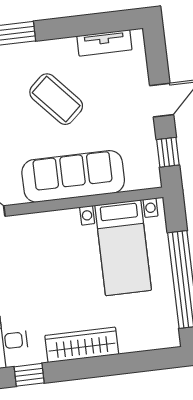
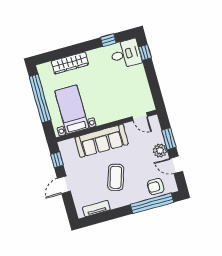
coffee table: (56, 99) -> (116, 177), turned 60
wardrobe: (82, 345) -> (70, 63), moved

